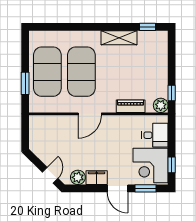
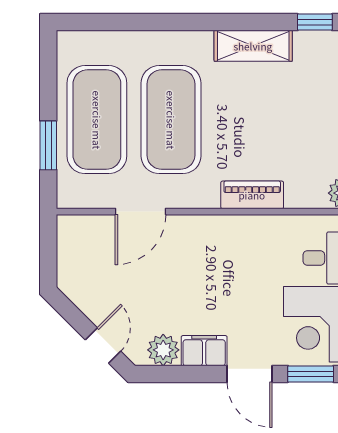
piano: (131, 106) -> (252, 195), moved
door: (90, 114) -> (141, 212), moved

